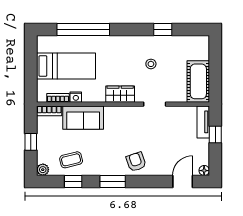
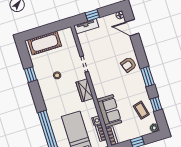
cot: (198, 81) -> (45, 43), moved

